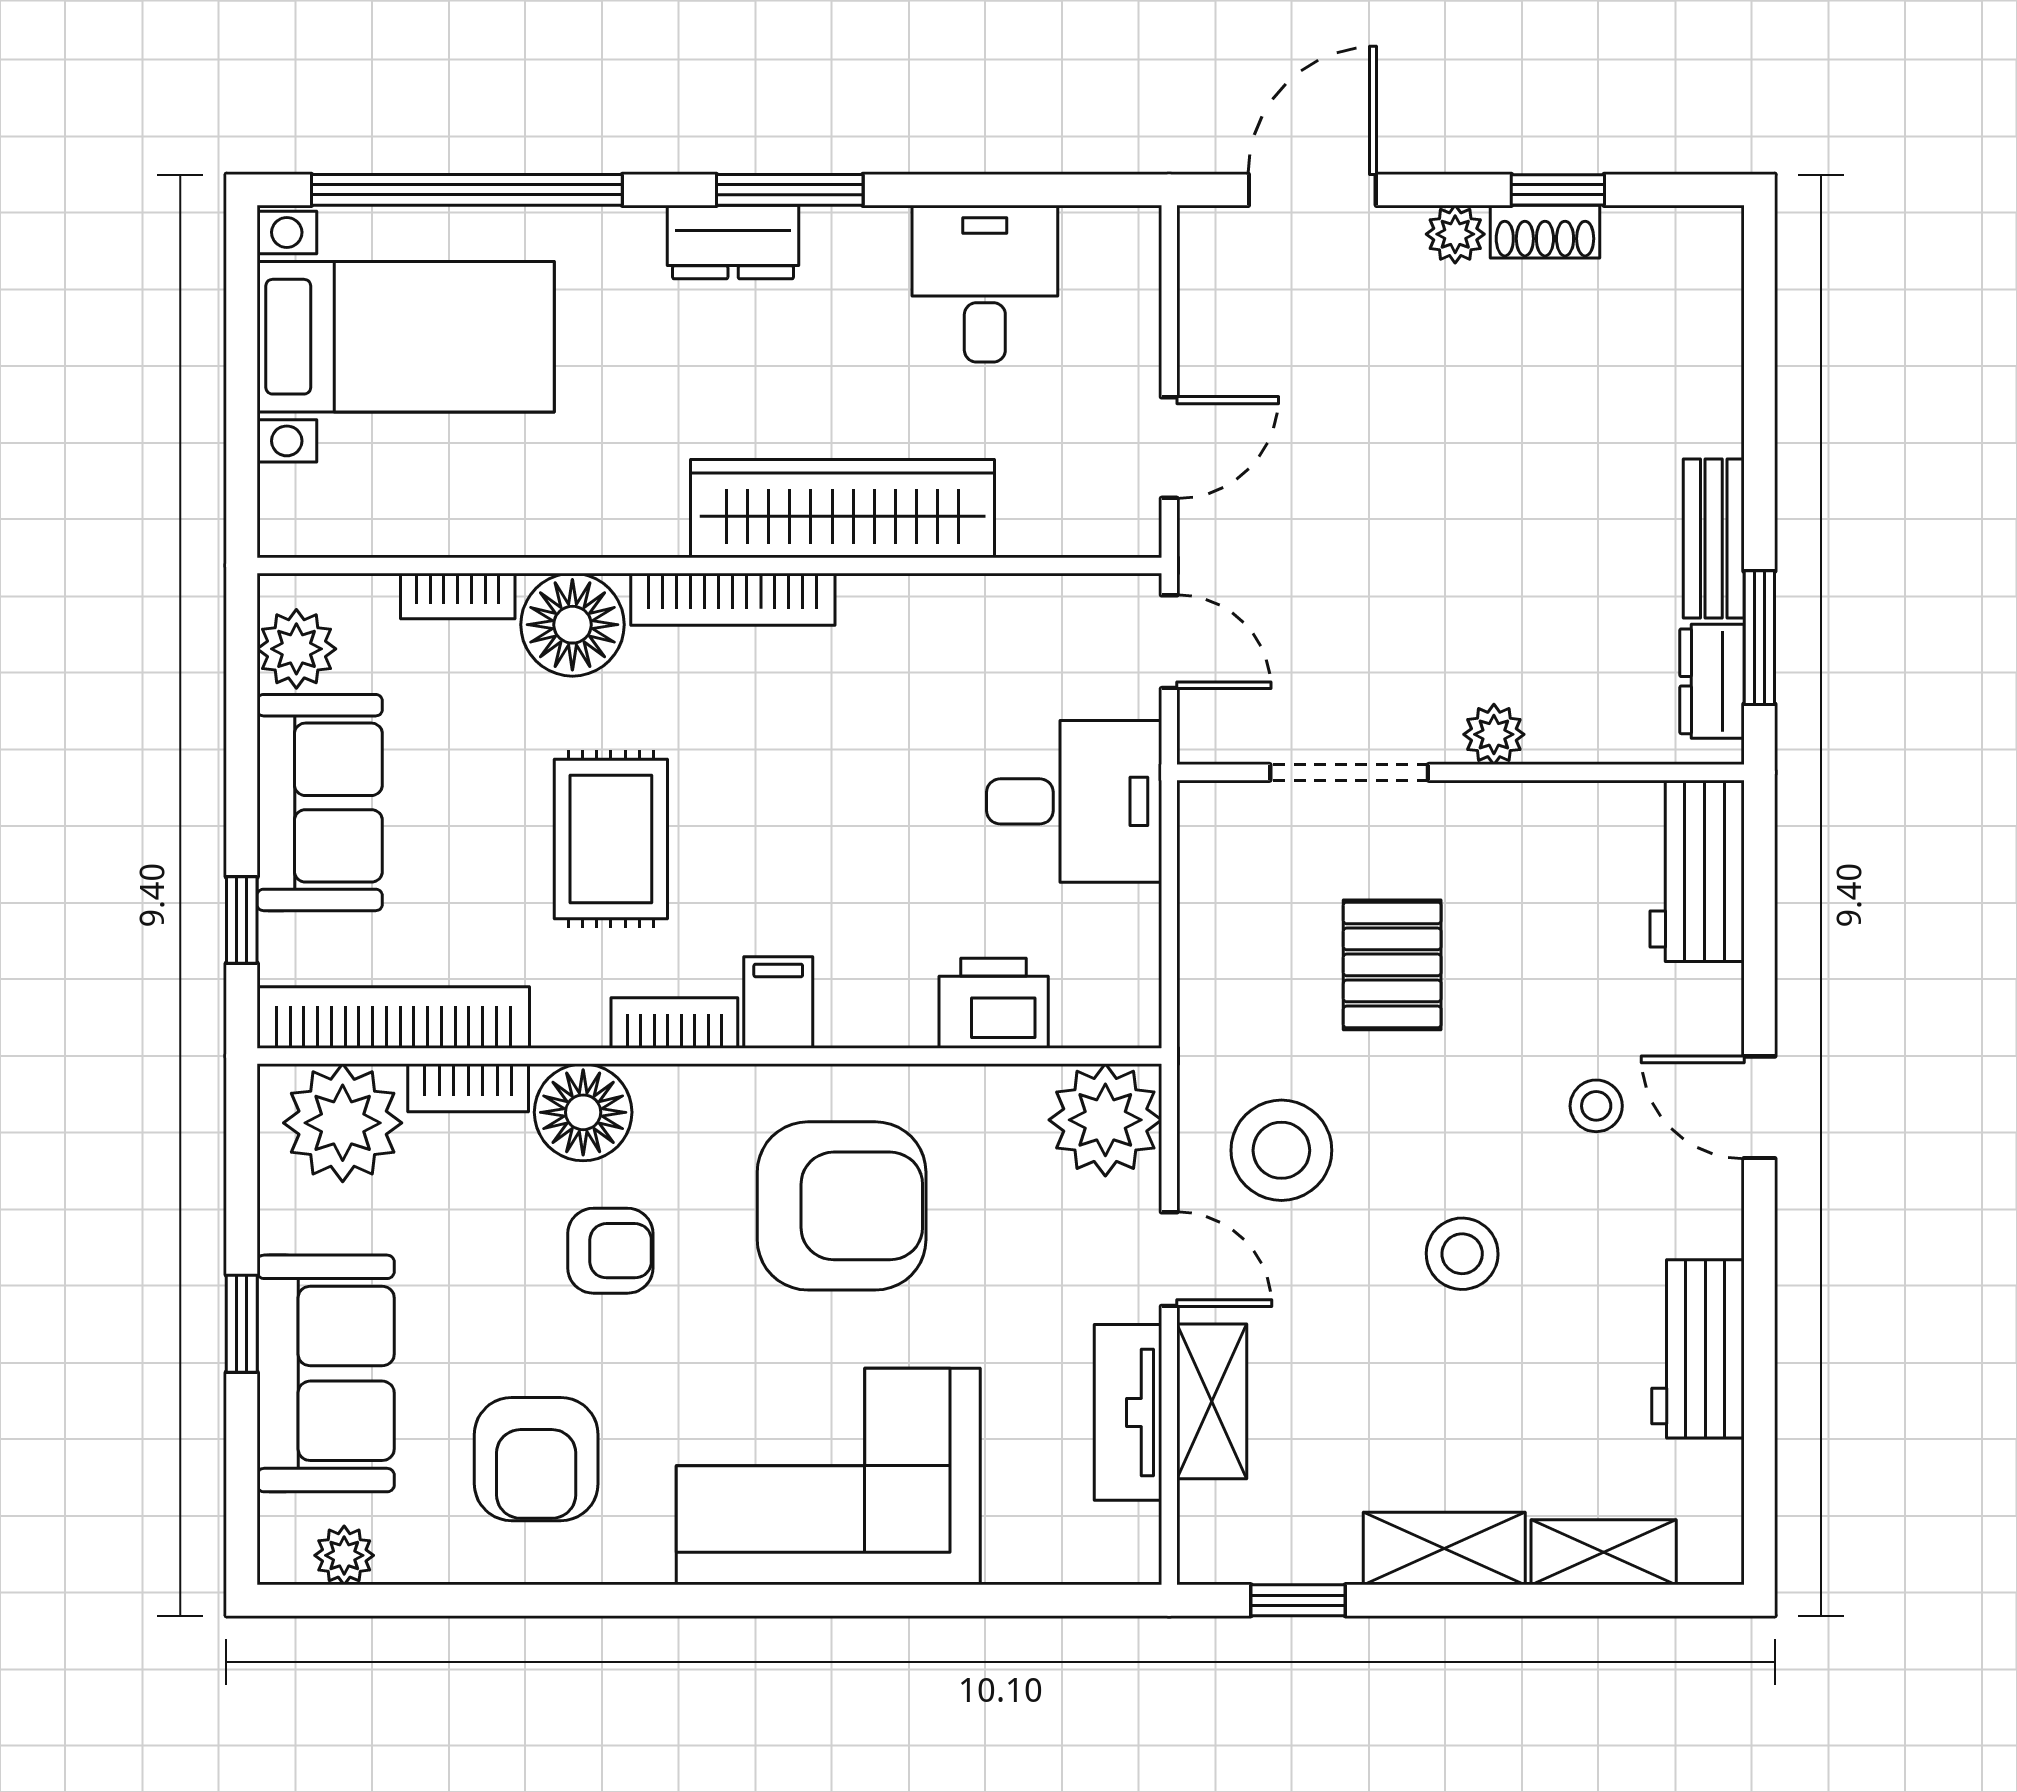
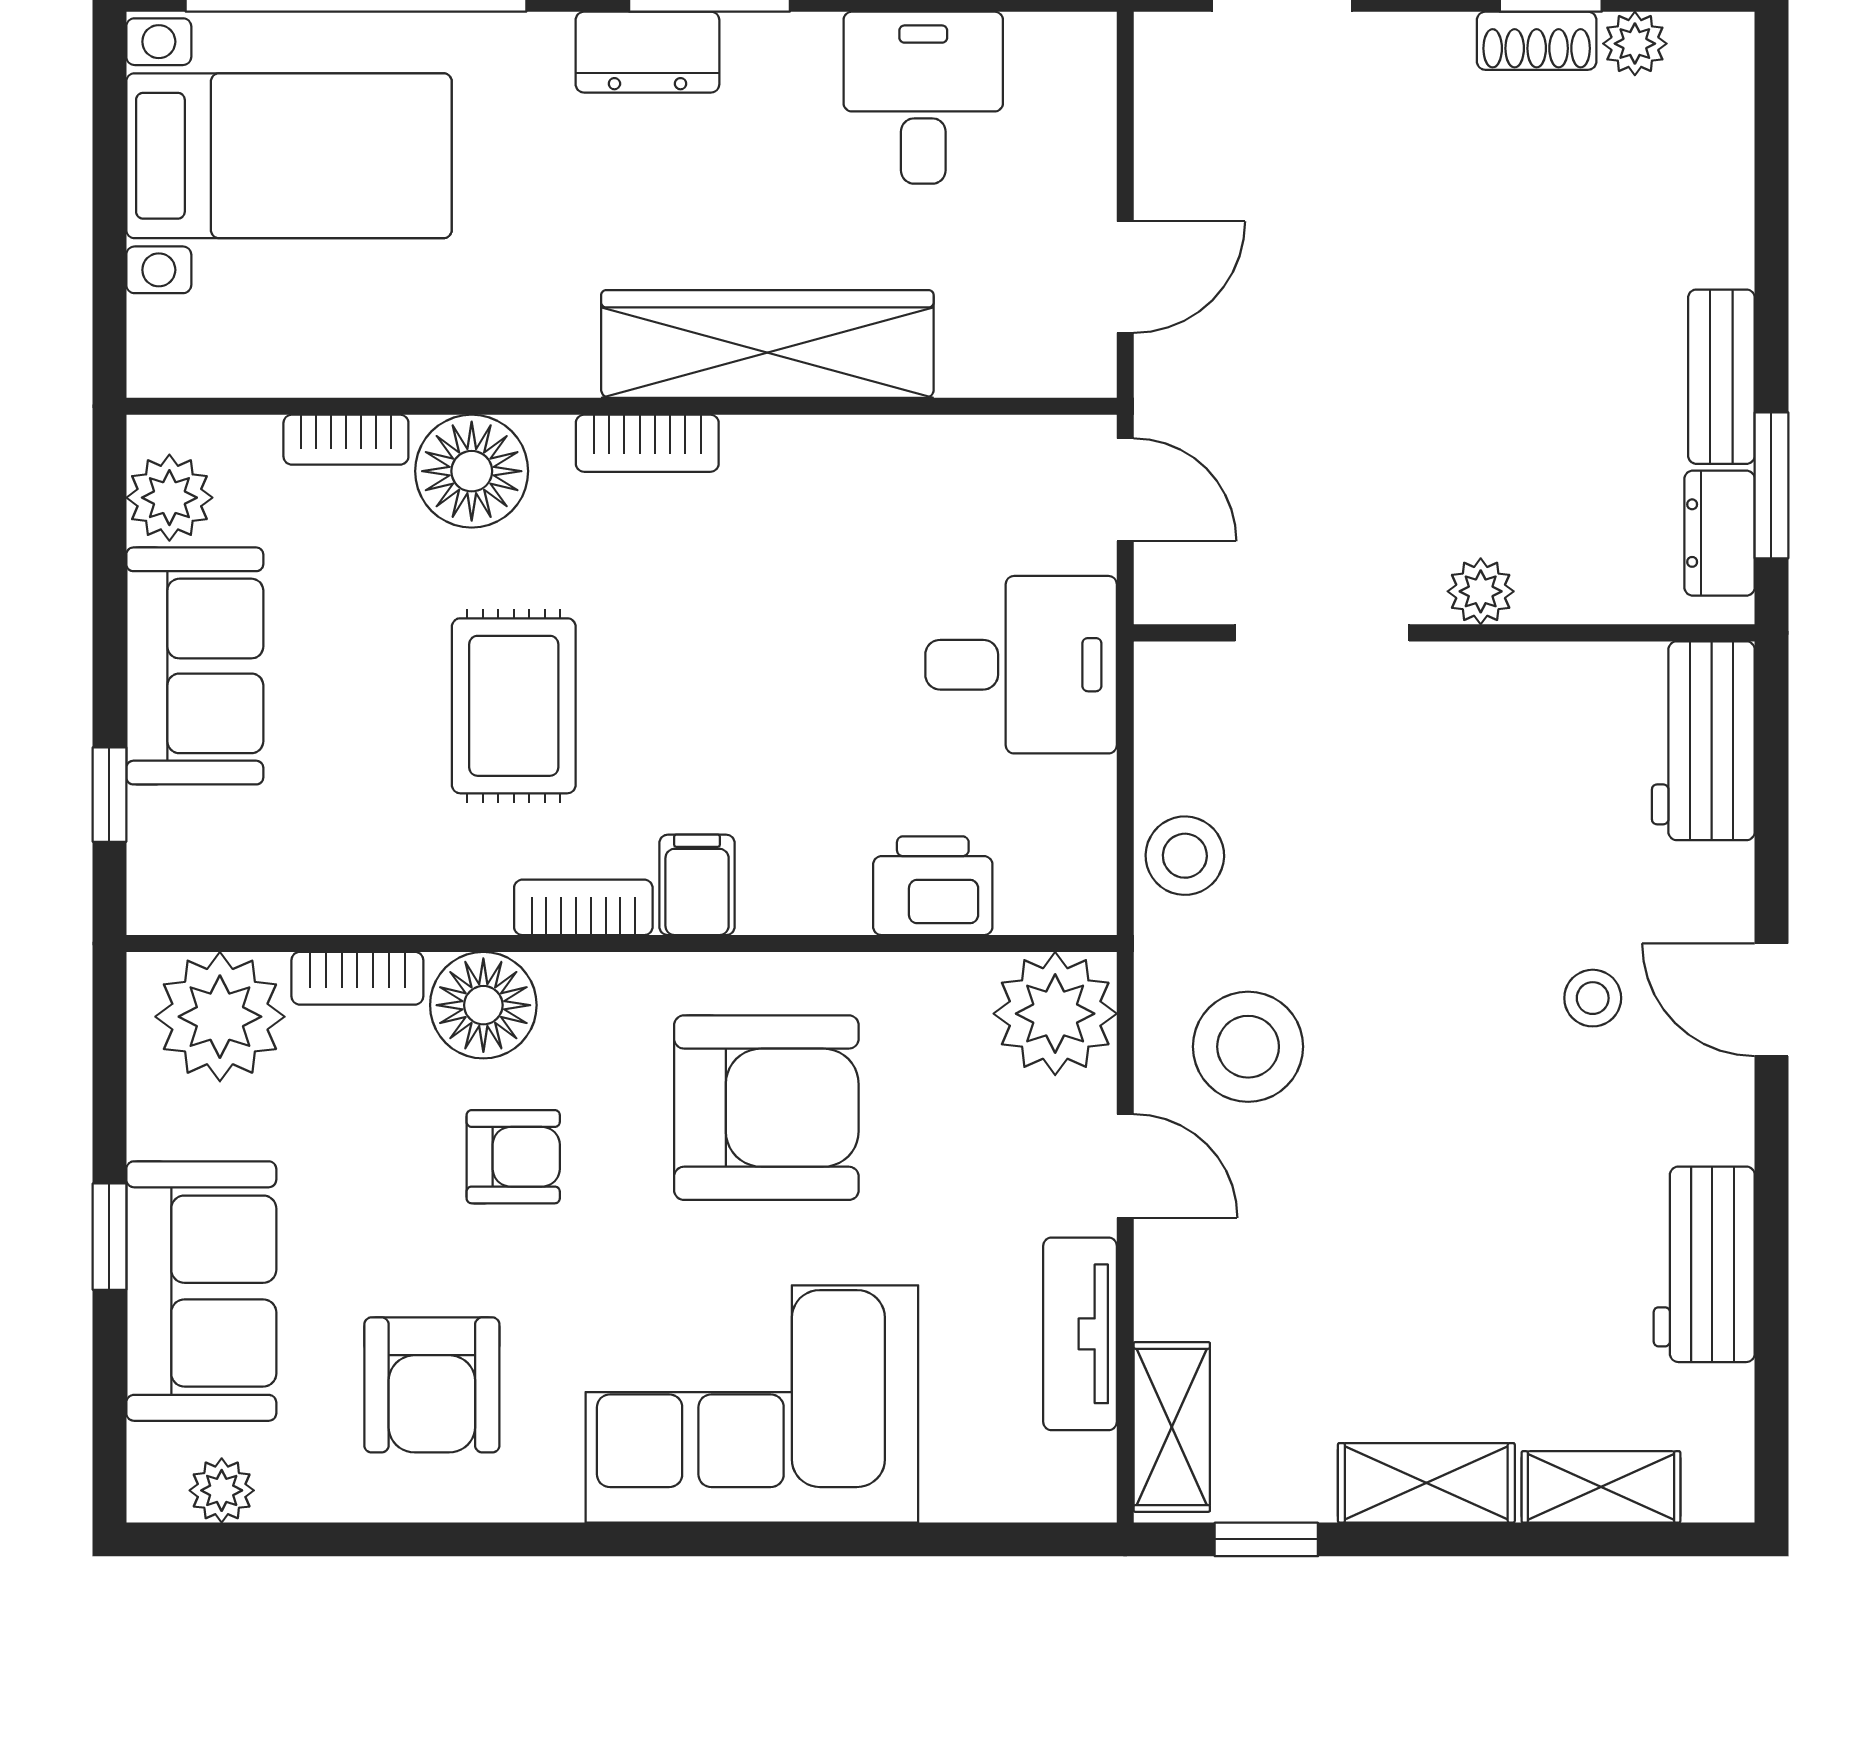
plant: (1455, 234) -> (1635, 44), moved
bookcase: (733, 599) -> (647, 443), width x0.64
pallet: (1392, 965) -> (1369, 844), removed
bookcase: (393, 1017) -> (275, 901), removed
stool: (1462, 1254) -> (1185, 856), moved
shelving: (1212, 1401) -> (1172, 1427), moved

